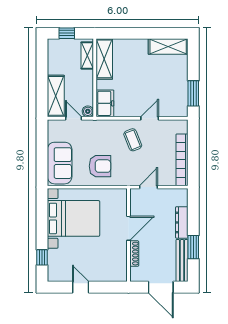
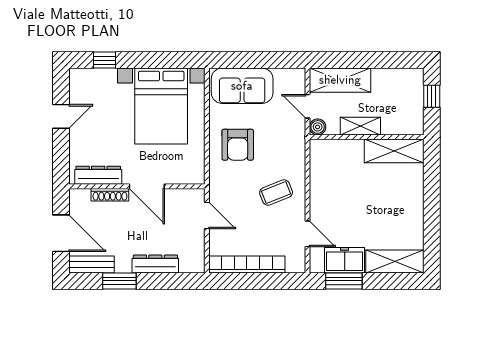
shelving: (168, 46) -> (395, 262), moved, turned 90
shelving: (87, 55) -> (360, 126), moved
freezer: (105, 103) -> (345, 260), moved, turned 180
door: (74, 118) -> (308, 106), swing flipped
door: (150, 118) -> (308, 234), moved
bench: (182, 261) -> (92, 264), width x0.73
dresser: (121, 262) -> (98, 175), added
door: (161, 287) -> (61, 233), swing flipped

